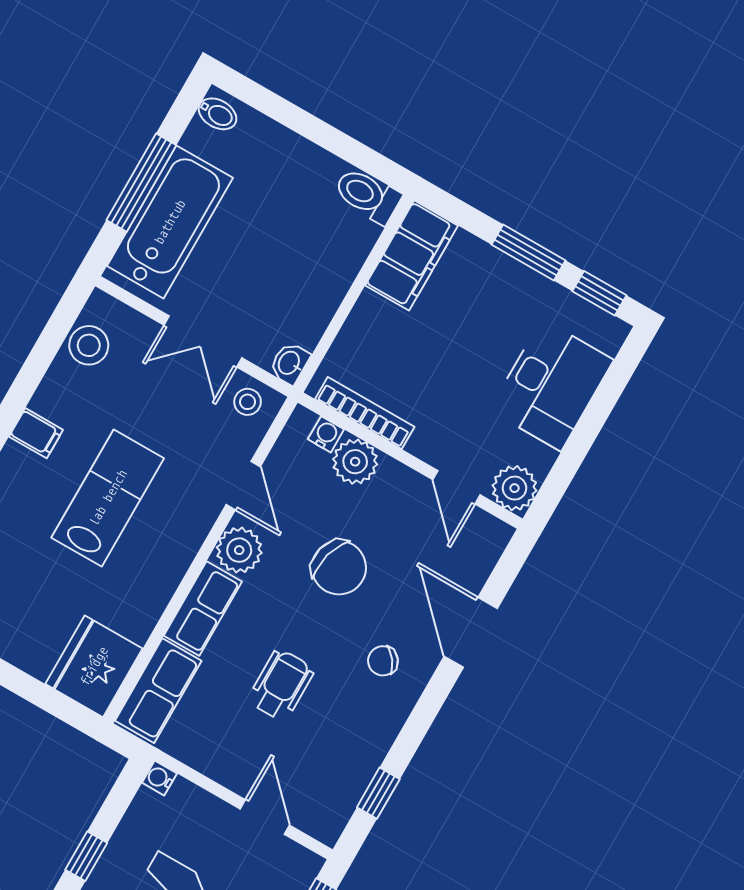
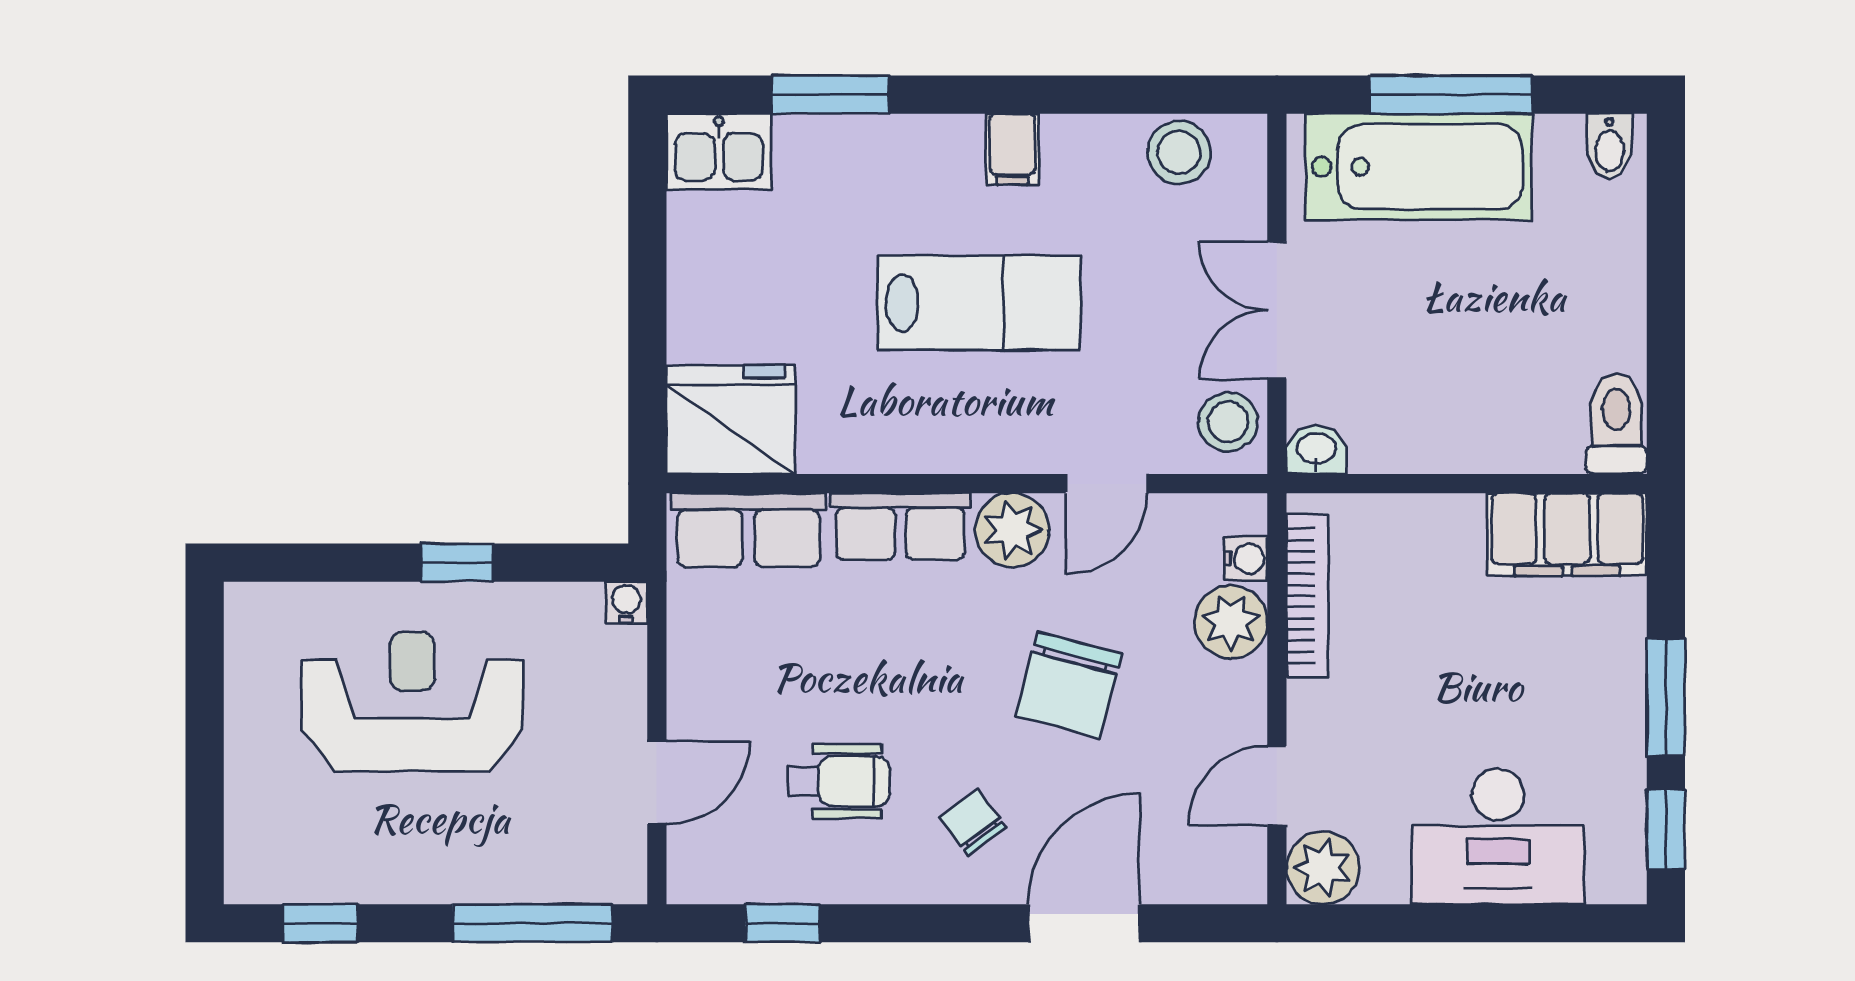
stool: (248, 402) -> (1228, 422), width x1.37, depth x1.37
wheelchair: (281, 685) -> (839, 781), moved

